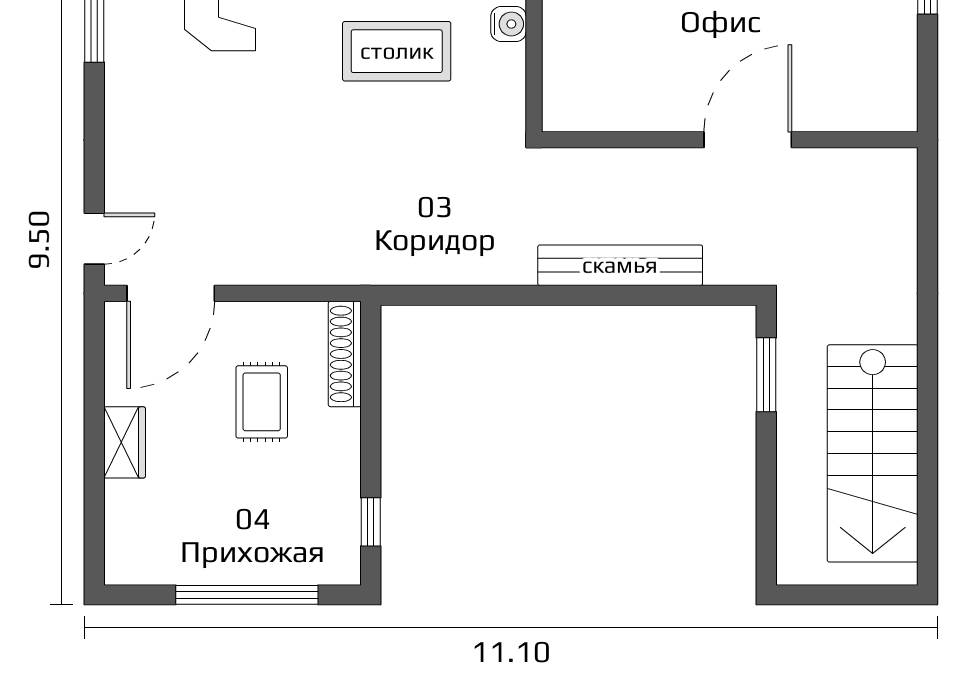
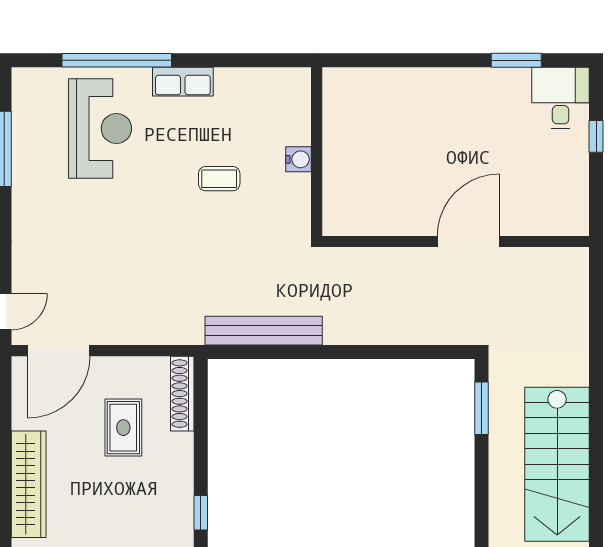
coffee table: (397, 51) -> (219, 179), width x0.54, depth x0.58
bench: (620, 265) -> (264, 331), moved
wardrobe: (125, 442) -> (29, 484), width x2.10, depth x1.17

